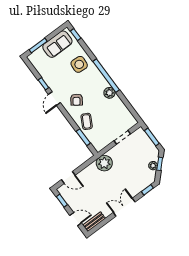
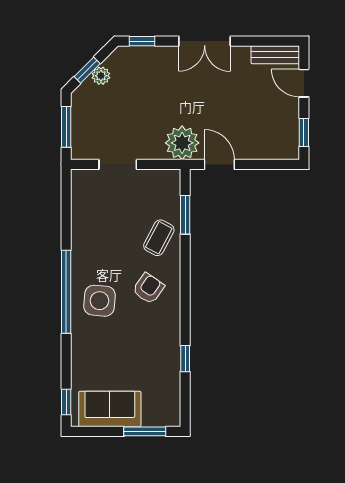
side table: (79, 64) -> (100, 301), moved
plant: (109, 93) -> (83, 258), removed
door: (54, 99) -> (185, 319), removed
door: (68, 177) -> (219, 164), moved

